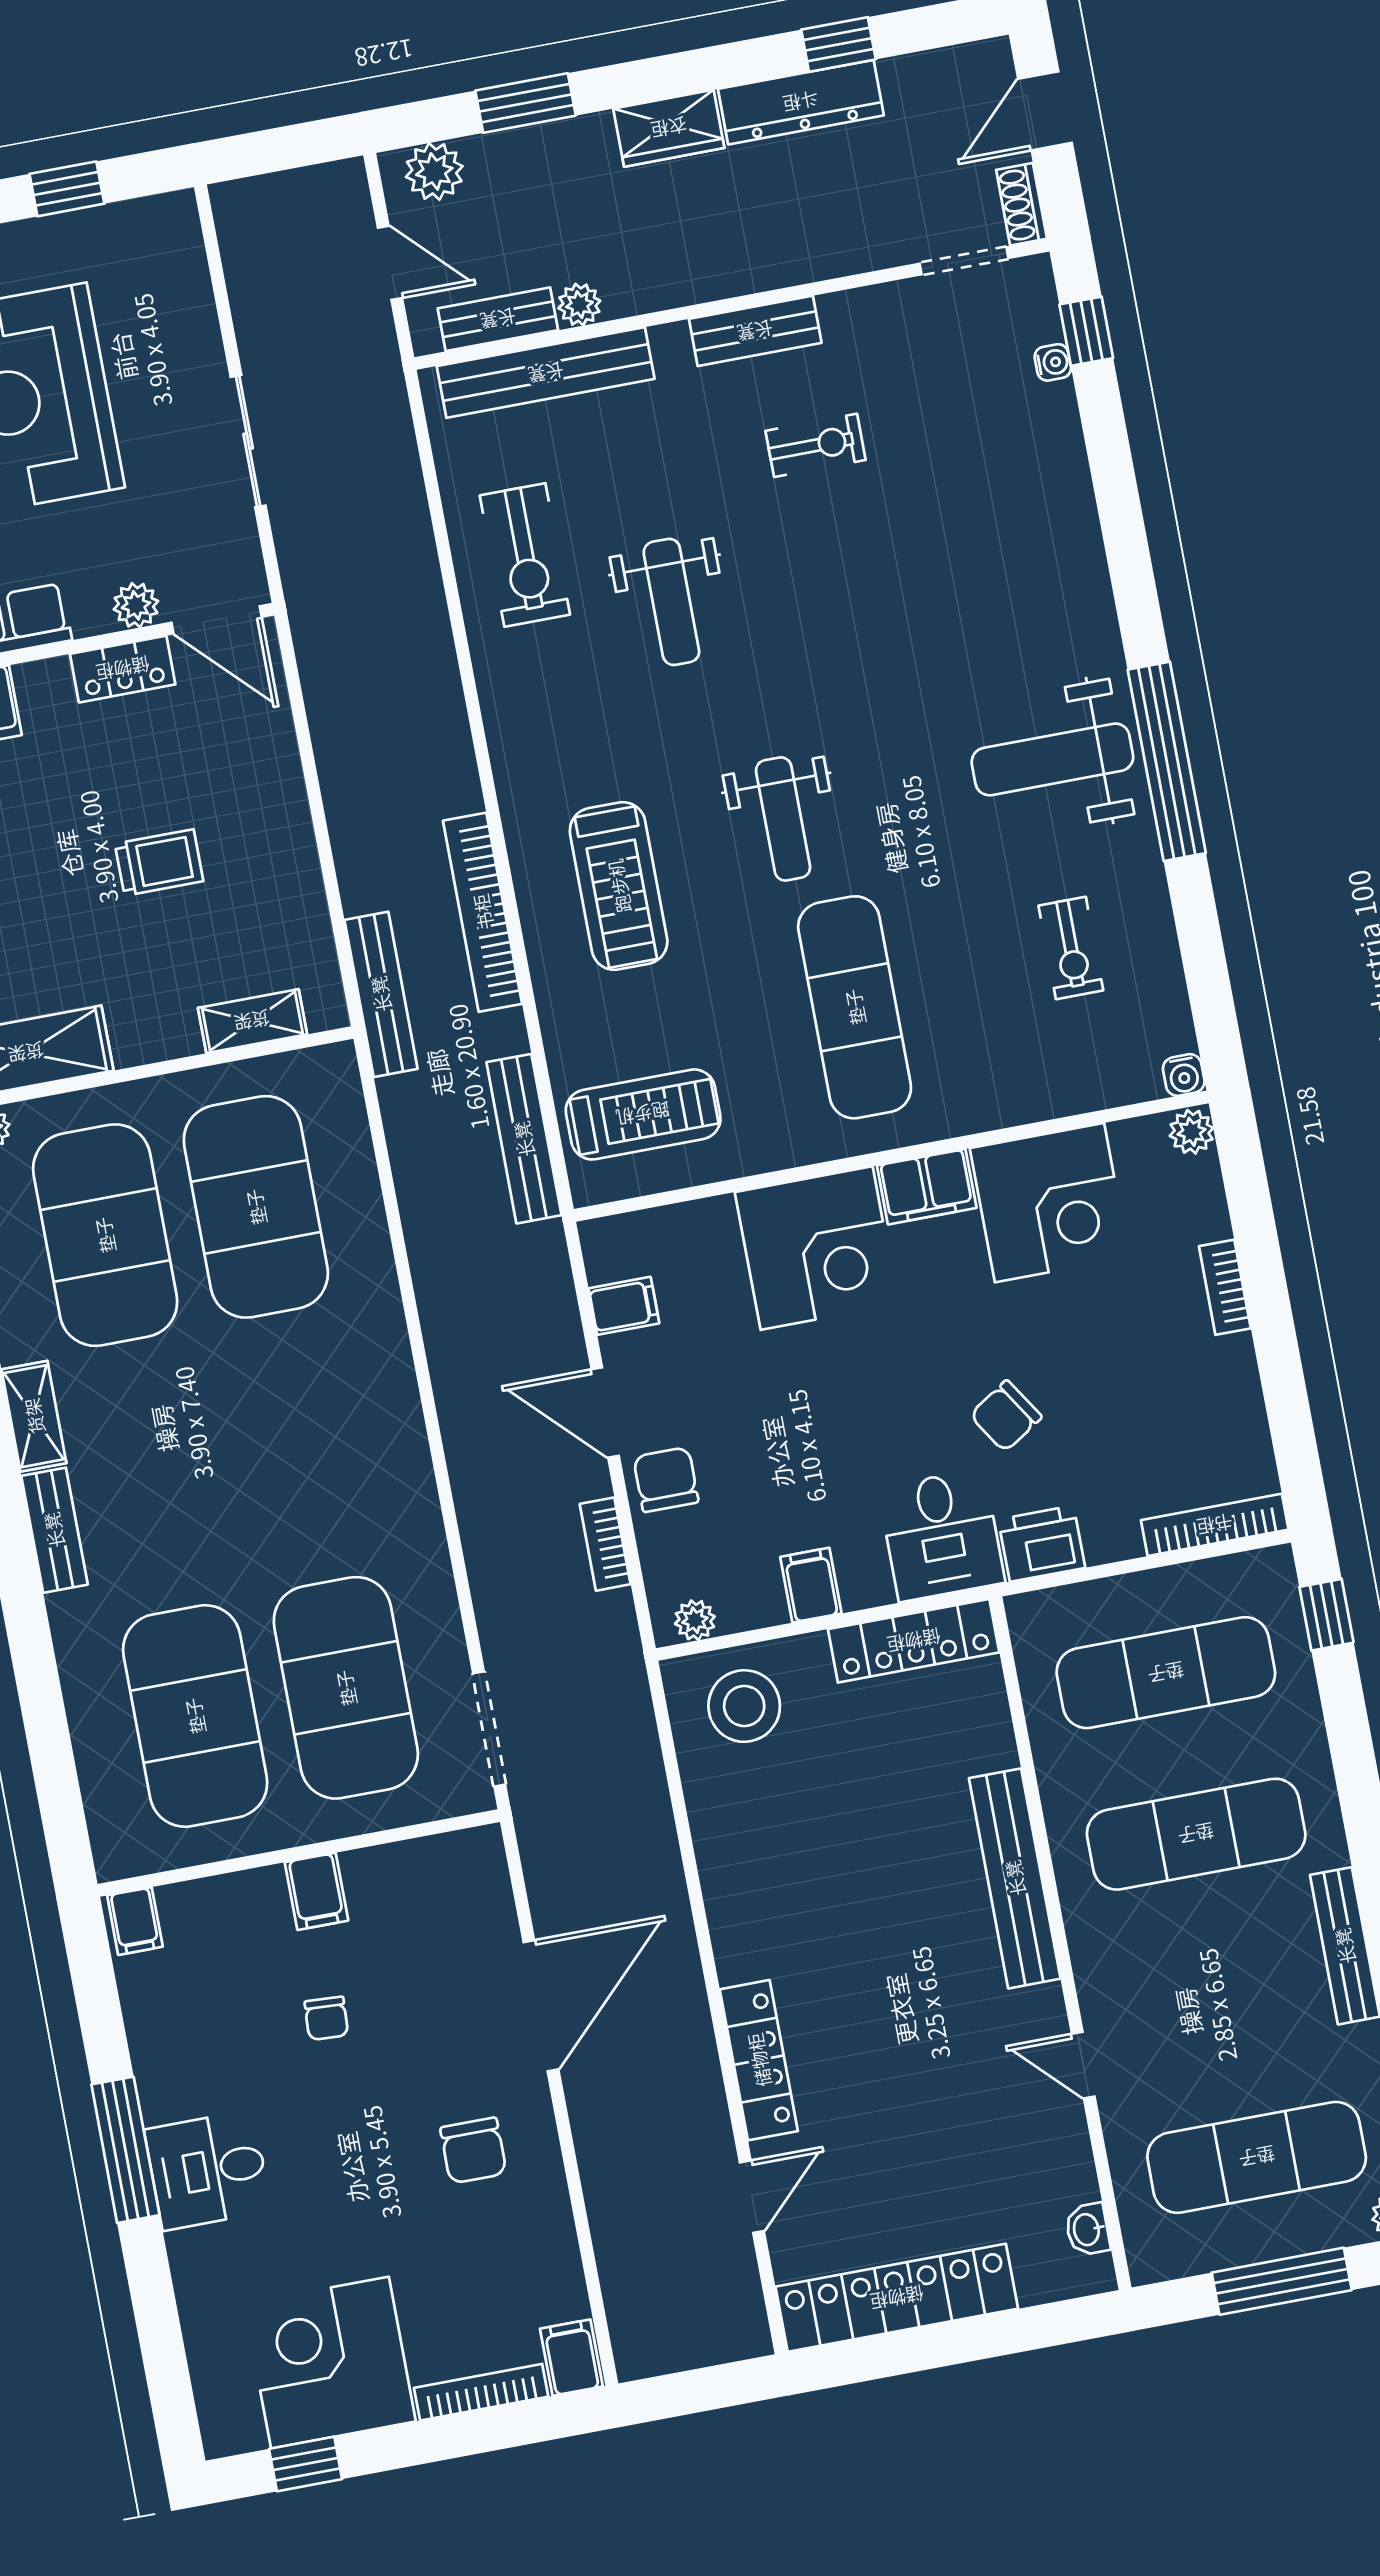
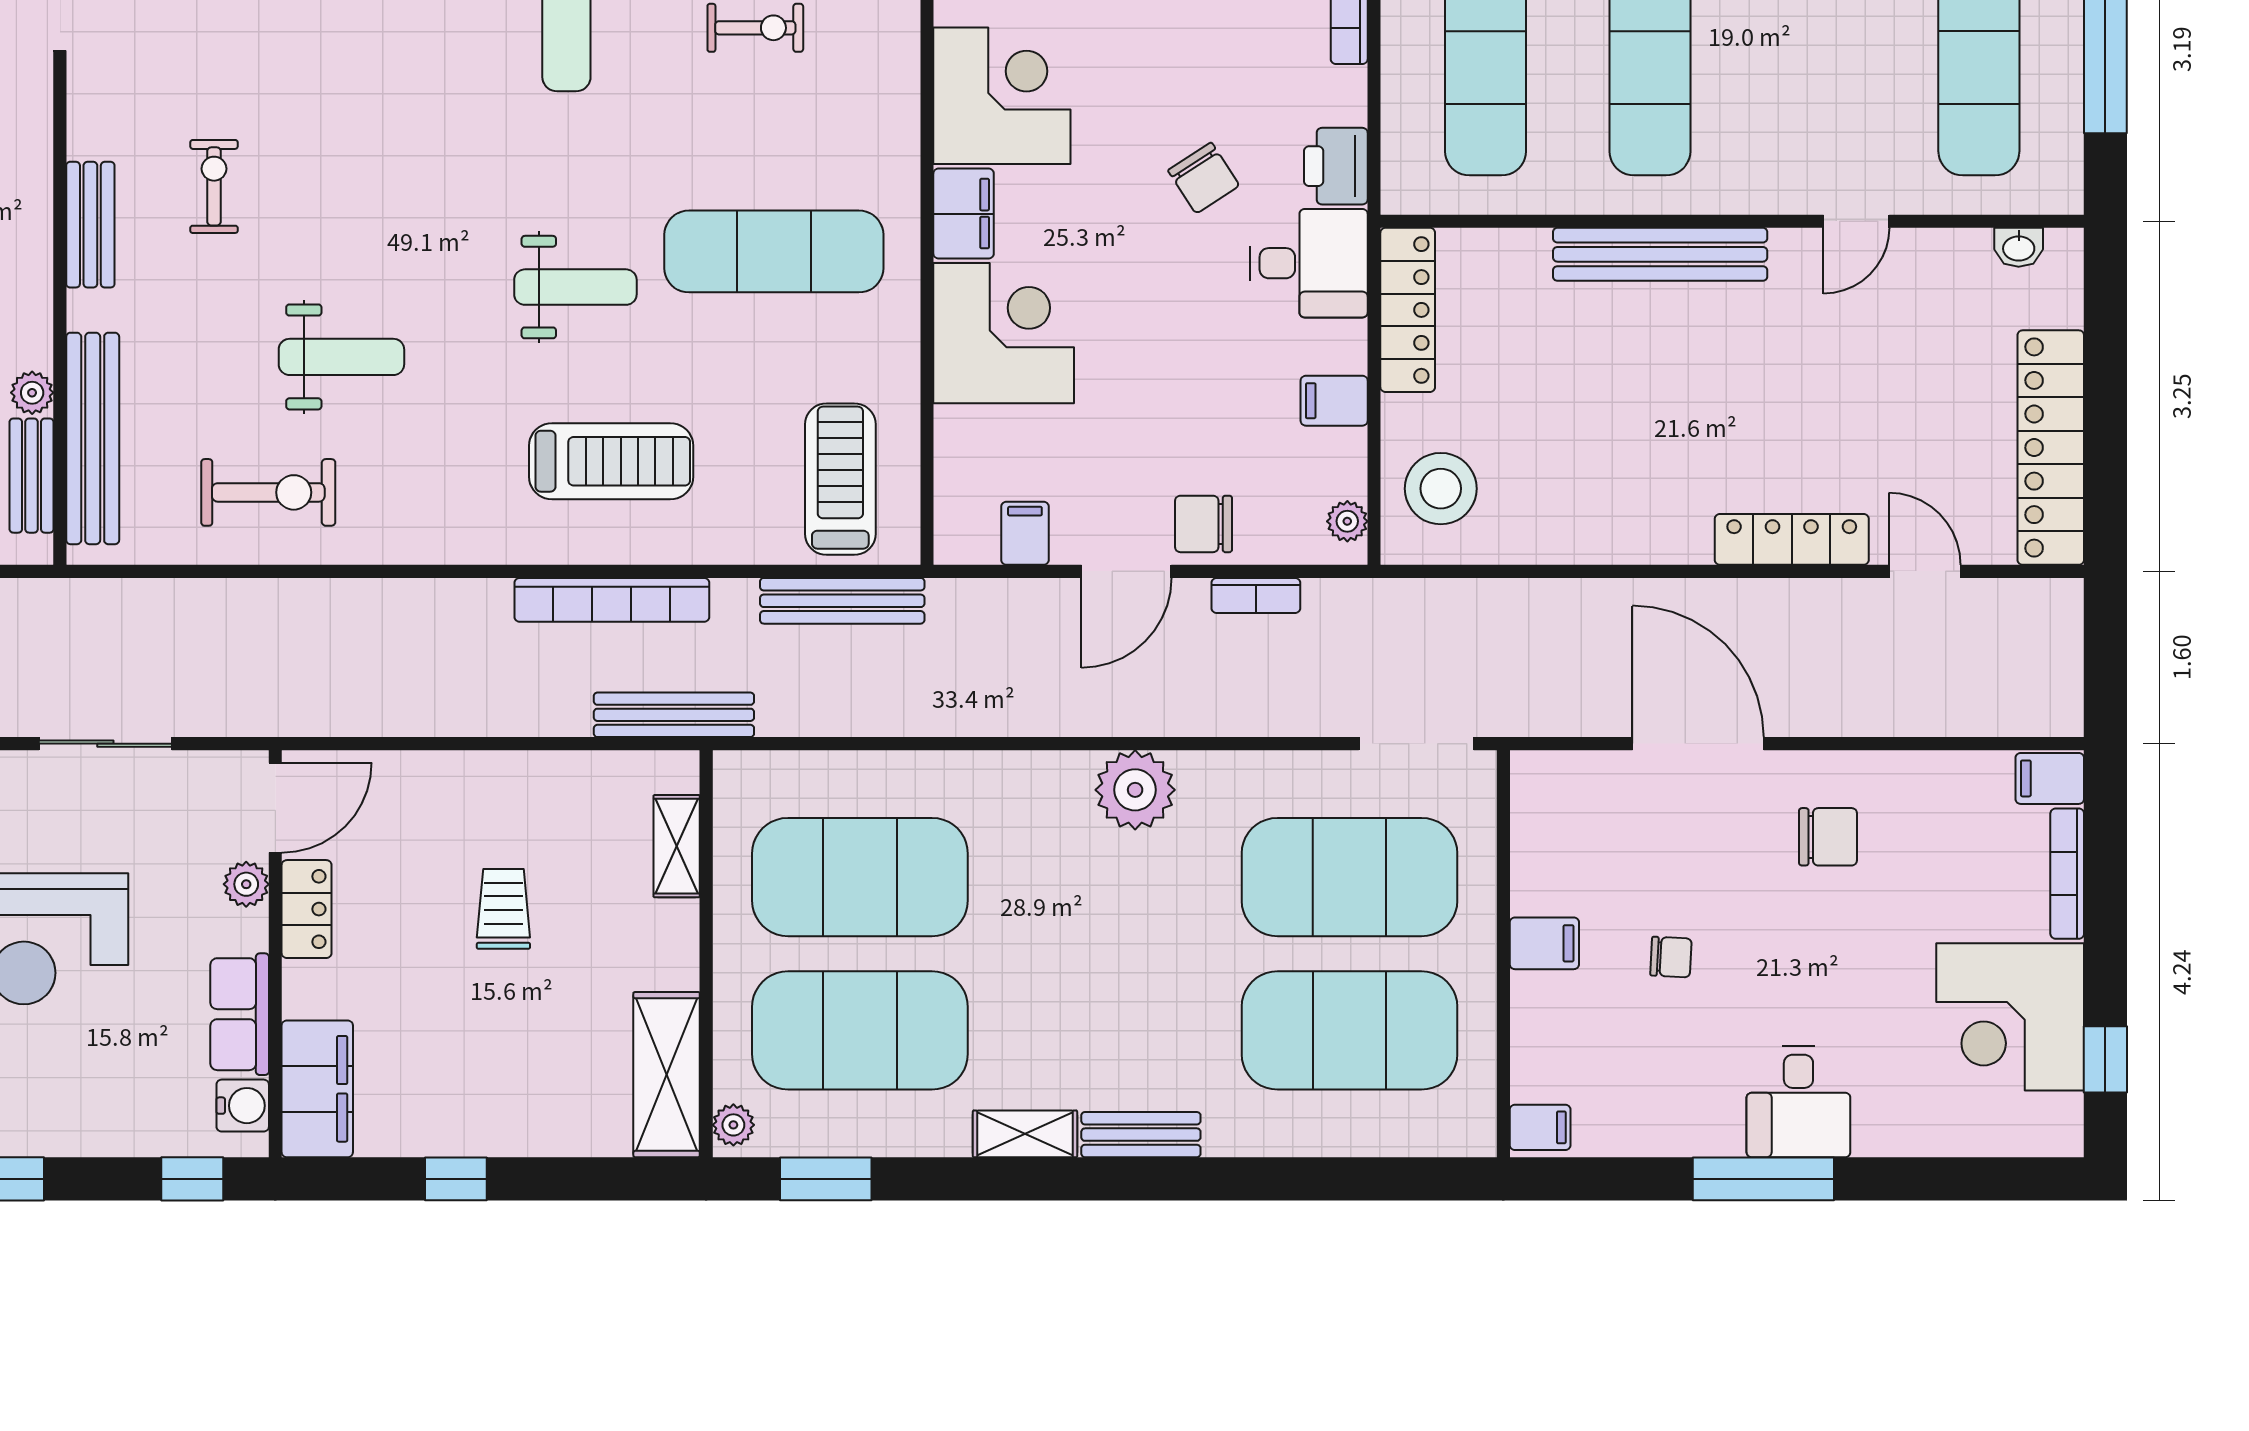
plant: (392, 1461) -> (1135, 790), added

